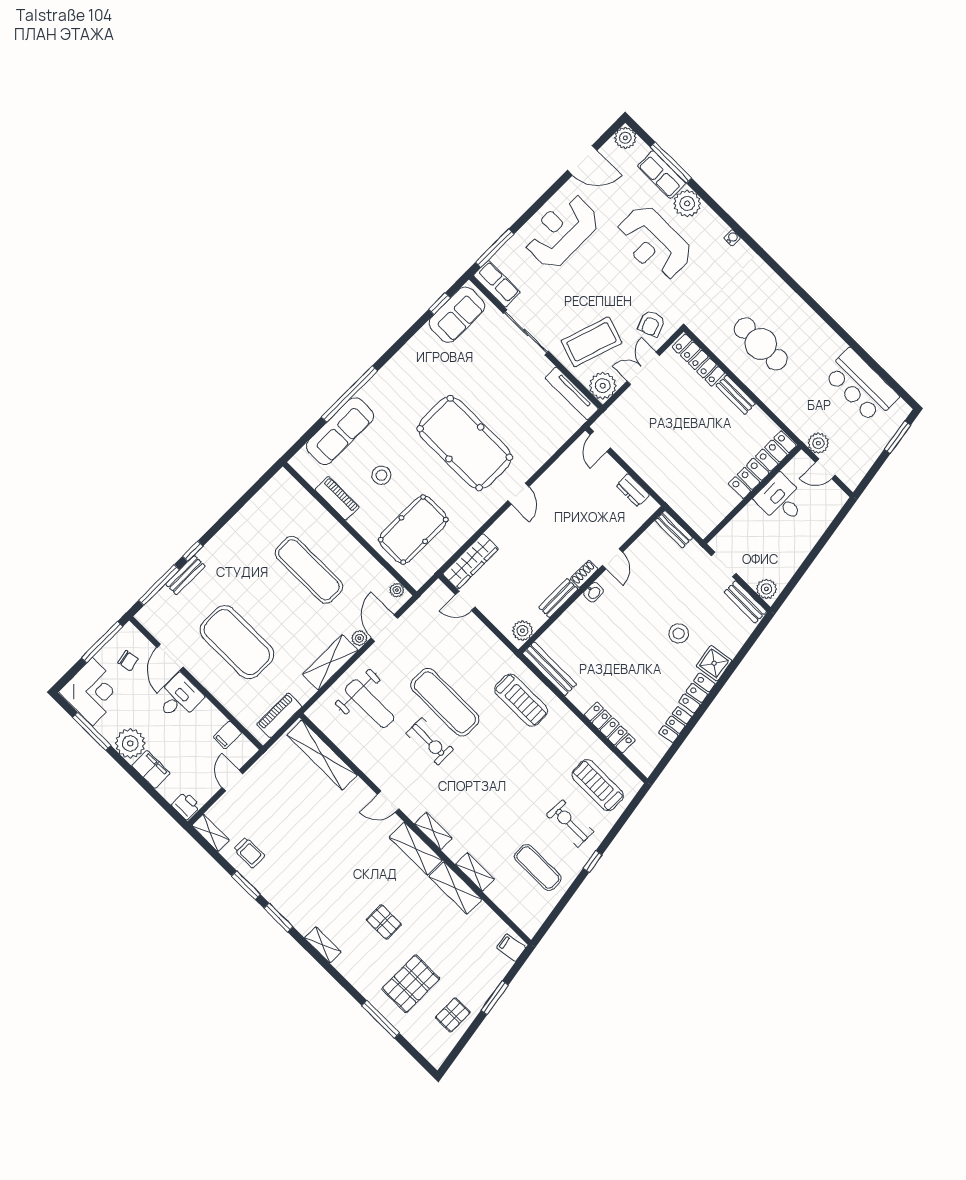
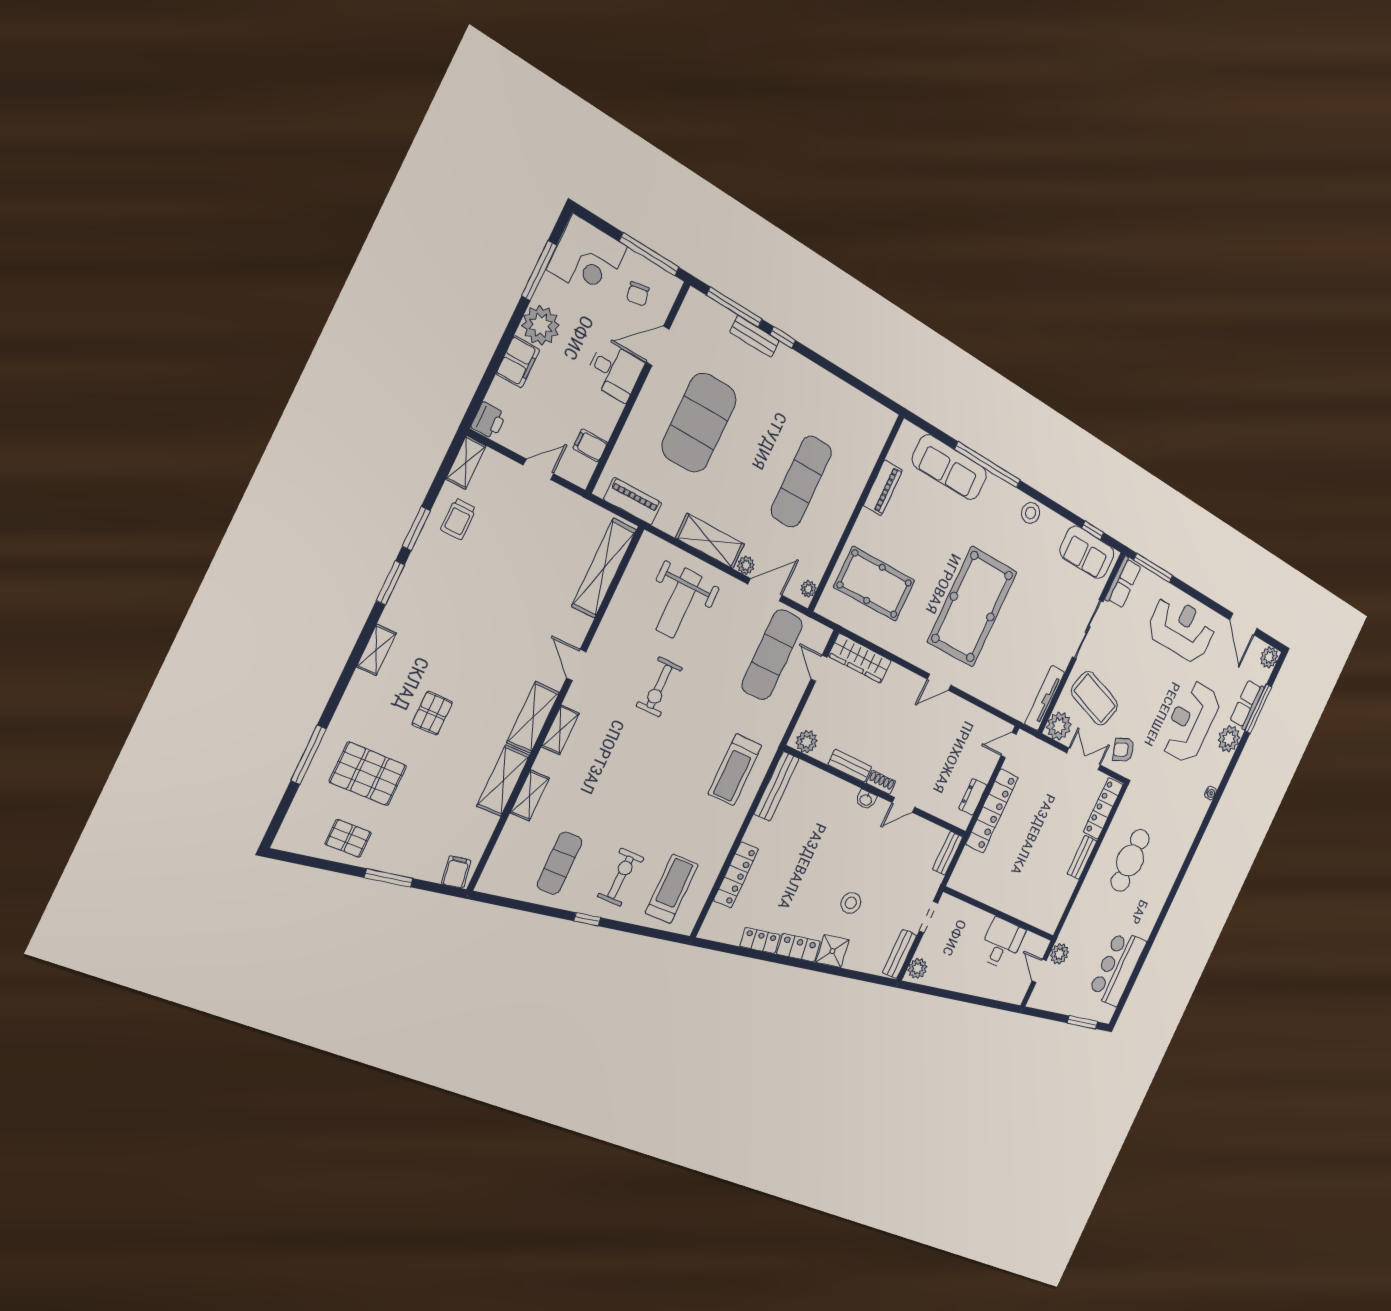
locker: (762, 465) -> (992, 811), moved, turned 90
stool: (381, 475) -> (1031, 513), moved
exercise mat: (445, 702) -> (772, 655), moved

